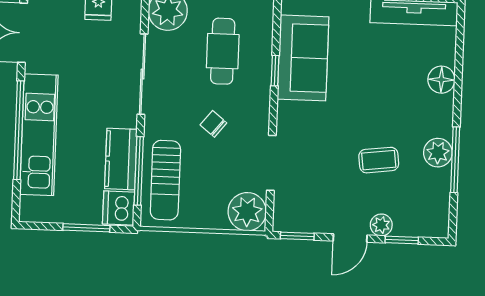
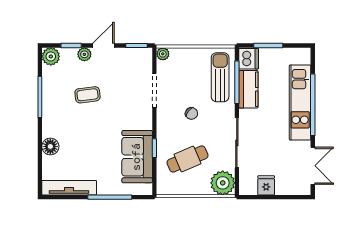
cafe table: (223, 51) -> (187, 159), turned 67
plant: (438, 153) -> (51, 56), moved
plant: (247, 212) -> (163, 54), width x0.53, depth x0.53

